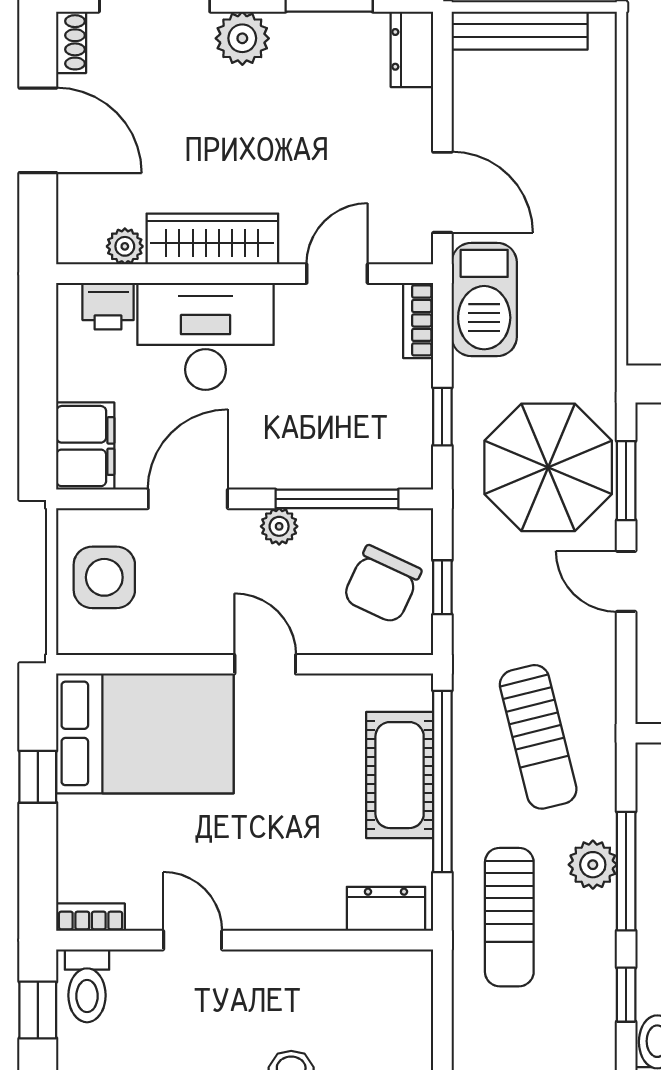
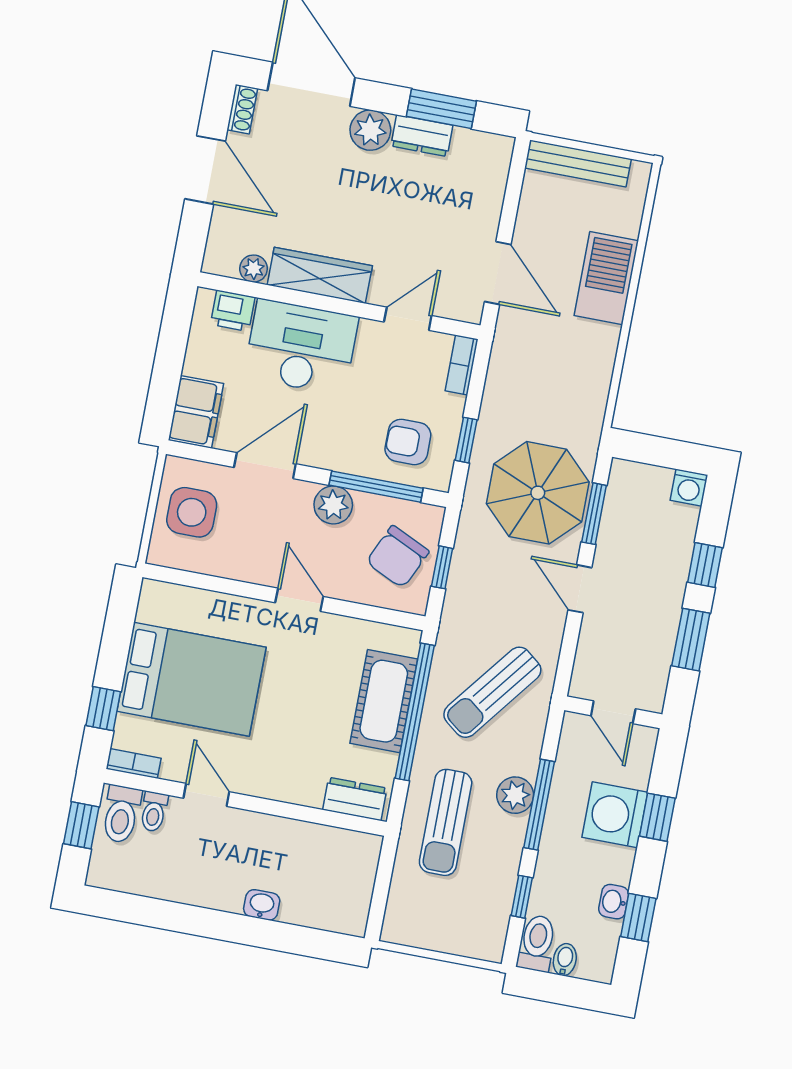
dresser: (412, 49) -> (422, 136), moved, turned -90
barbecue: (484, 300) -> (606, 278), moved, turned 180
armchair: (367, 433) -> (408, 442), added
plant: (279, 526) -> (333, 505), width x1.38, depth x1.38
bed: (145, 733) -> (191, 679), moved
sun lounger: (538, 737) -> (492, 692), turned 52
window: (38, 777) -> (103, 709), moved
toilet: (128, 975) -> (154, 812), added

